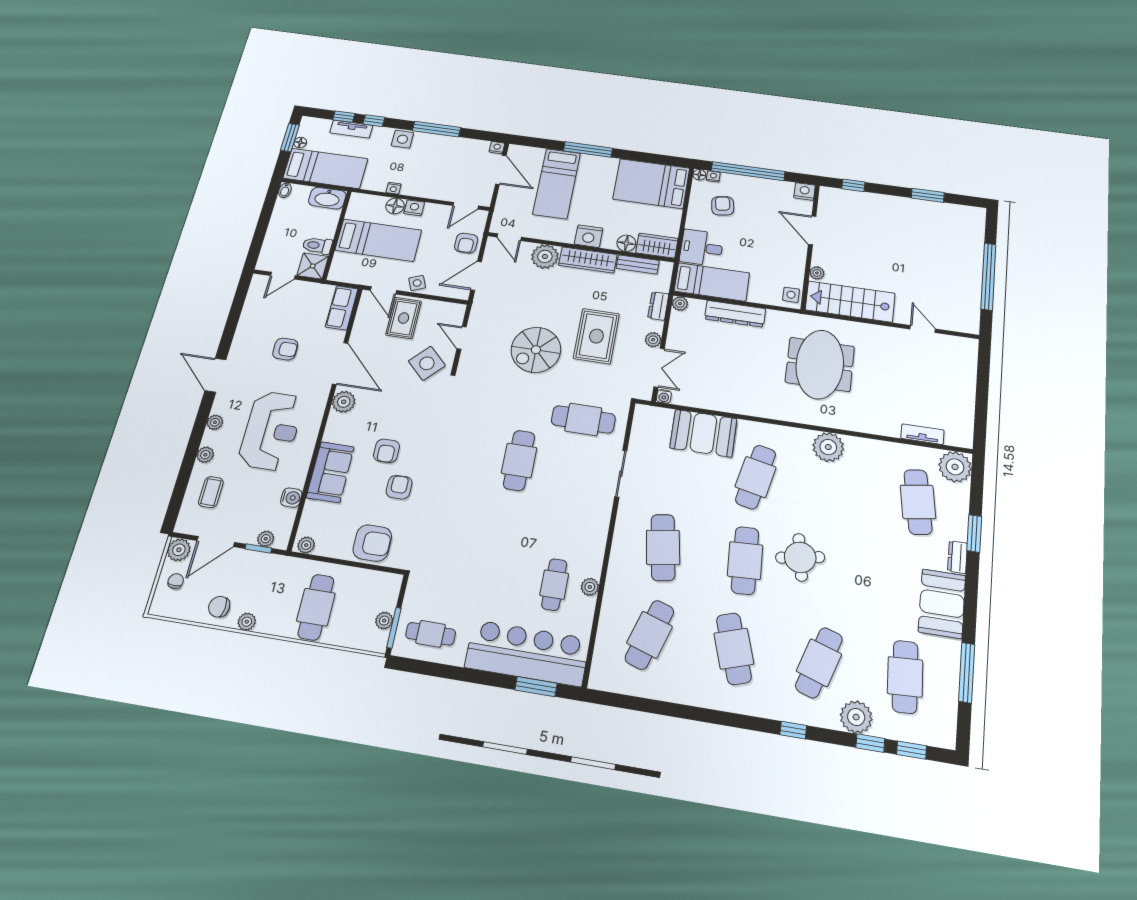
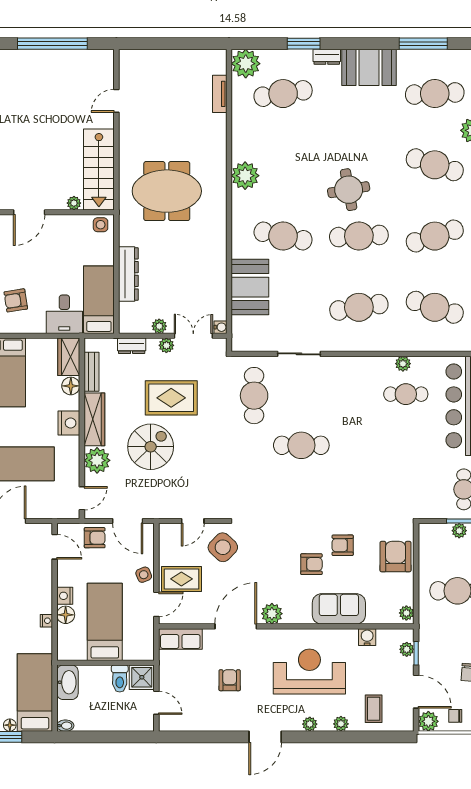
plant: (680, 304) -> (159, 326), moved
spiral stairs: (536, 350) -> (151, 447), moved, turned -90
coffee table: (211, 492) -> (374, 709), turned 90

